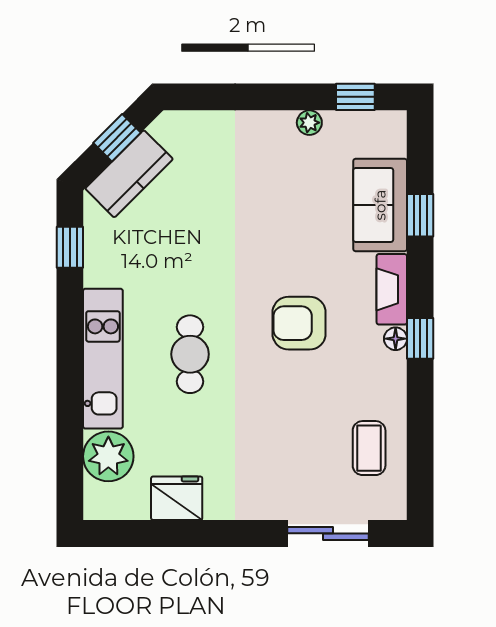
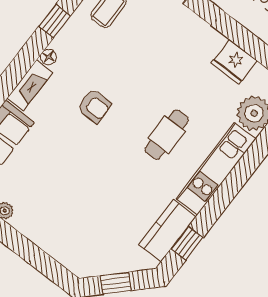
kitchen counter: (129, 174) -> (167, 231), moved, turned -45
armchair: (299, 323) -> (94, 106), width x0.72, depth x0.72
window: (420, 338) -> (55, 21), moved

